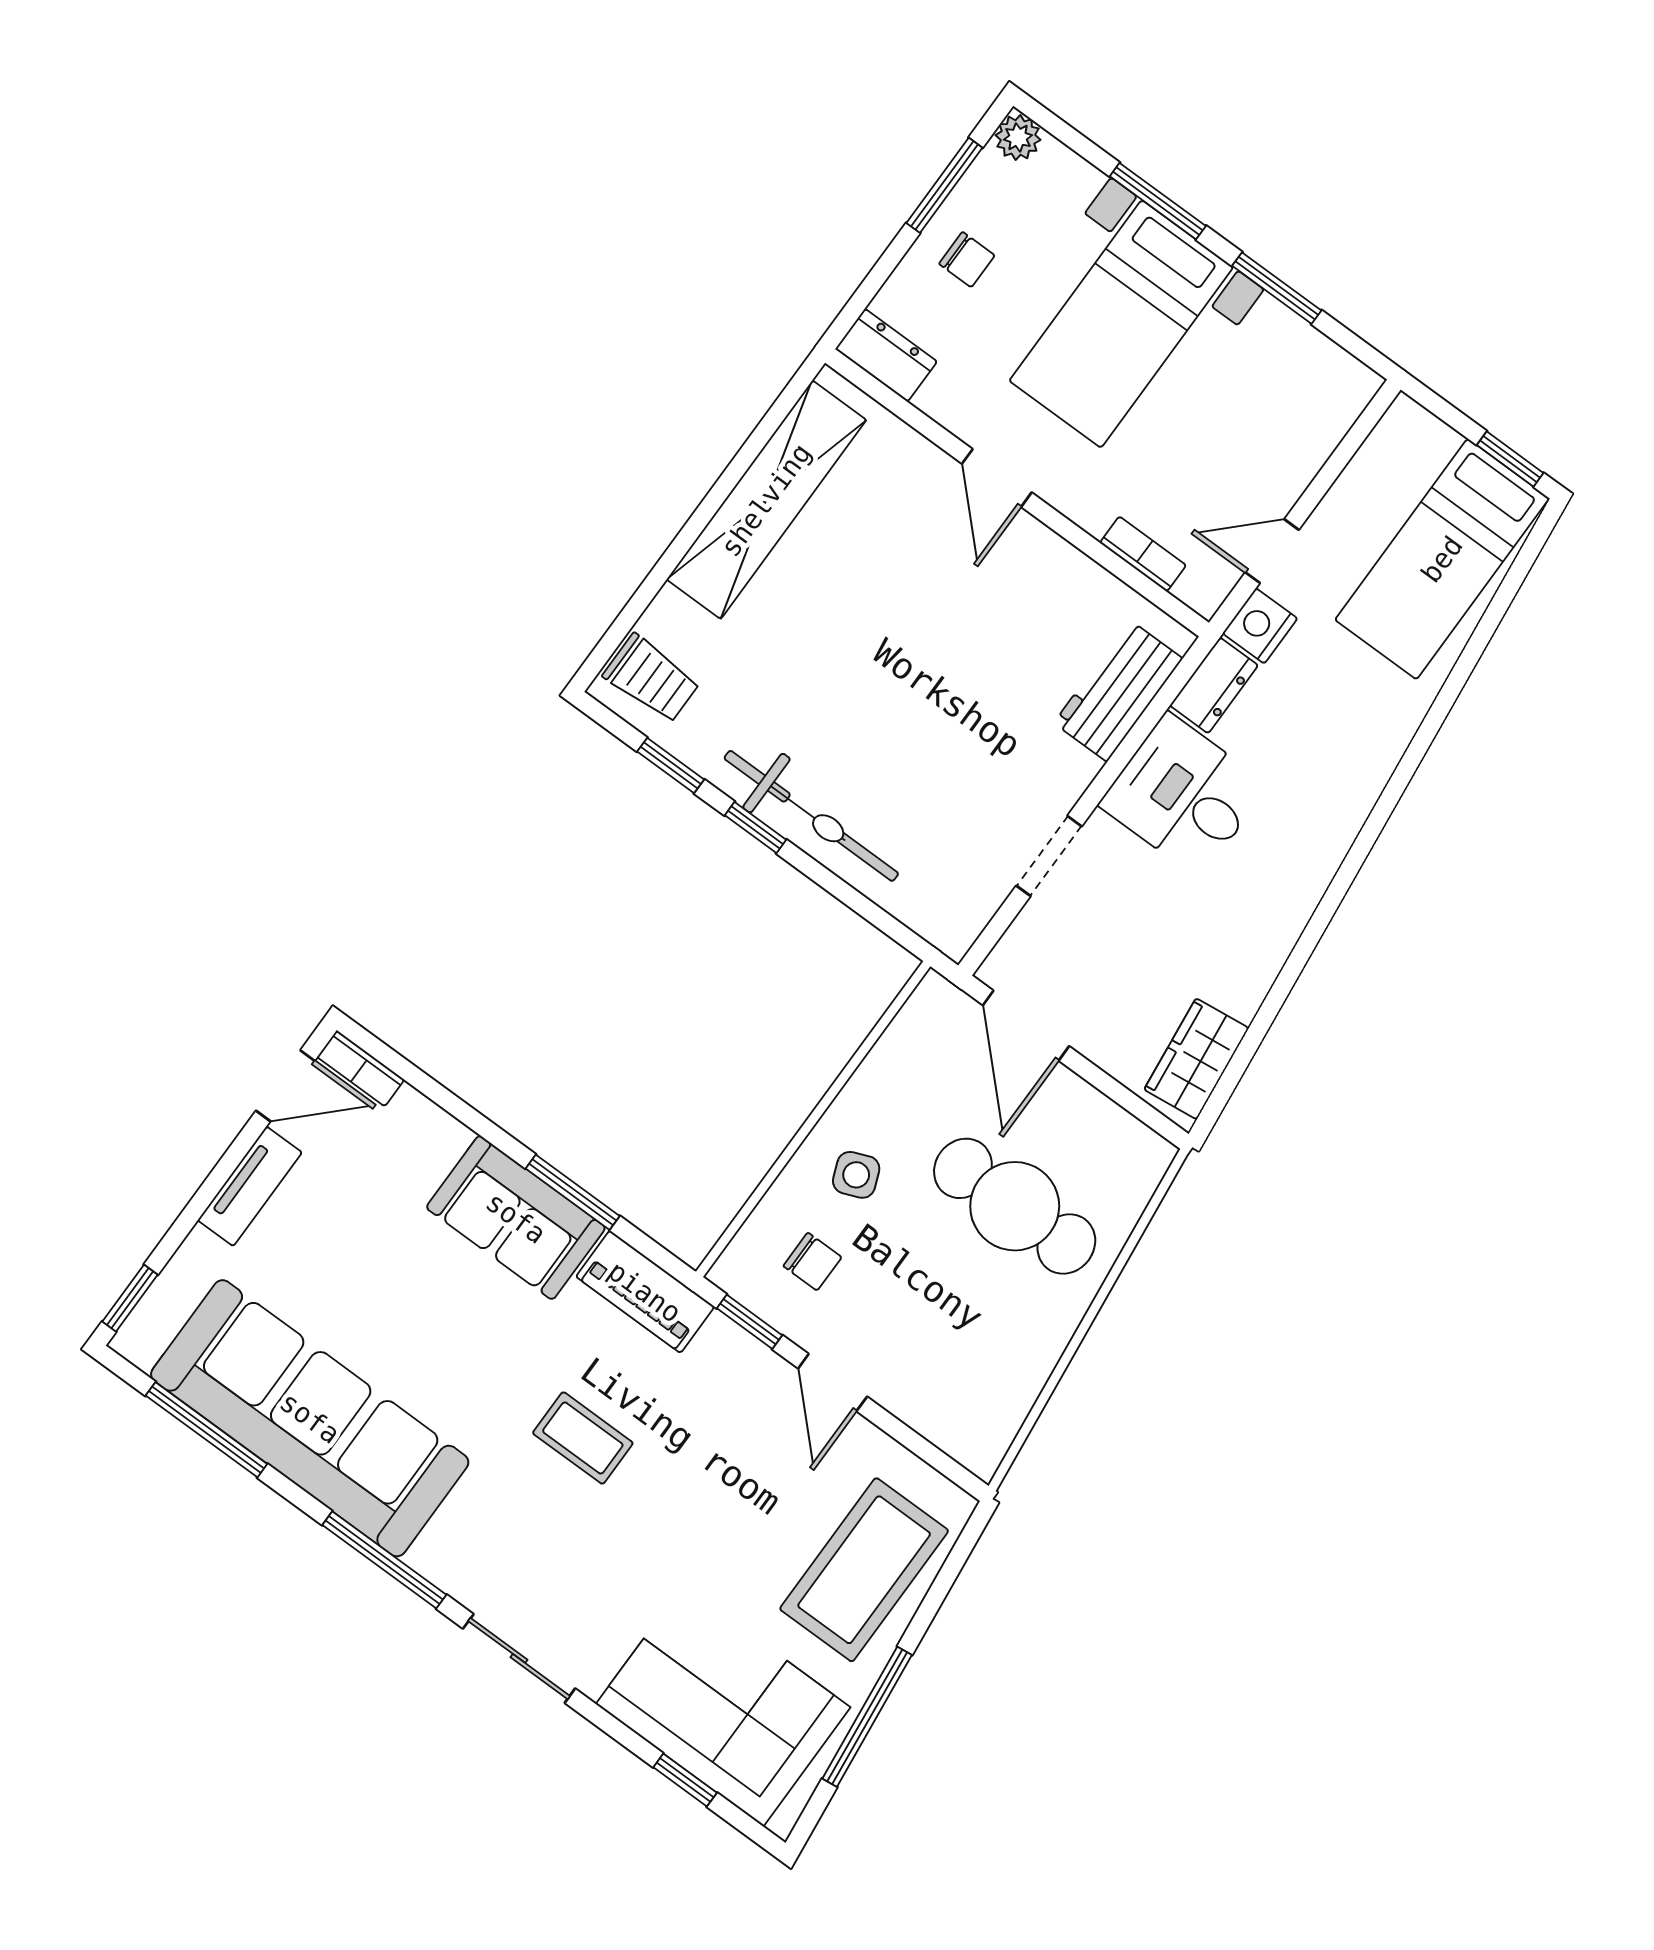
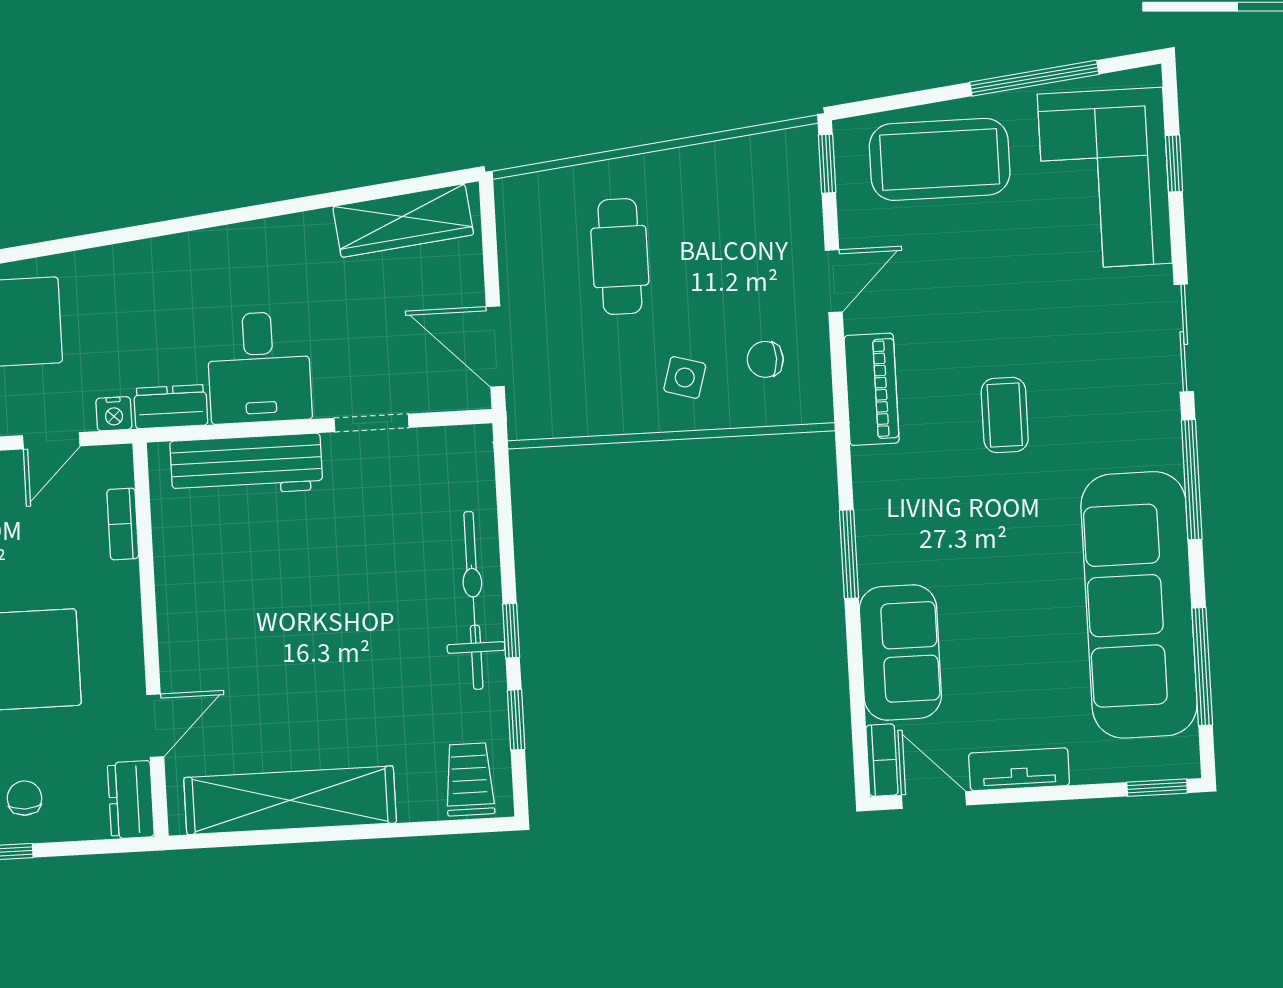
door: (997, 478) -> (155, 726), moved
door: (1272, 551) -> (51, 441), hinge flipped
nightstand: (1260, 626) -> (114, 414), width x0.72, depth x0.74
workbench: (1118, 691) -> (246, 465), width x1.38
door: (1026, 1026) -> (495, 347), swing flipped
wardrobe: (1196, 1059) -> (403, 221), width x1.50
side table: (856, 1175) -> (685, 377), turned 38
cafe table: (1015, 1206) -> (620, 257), width x0.73, depth x0.74
sofa: (516, 1218) -> (900, 653), moved
chair: (812, 1262) -> (765, 359), turned -90
piano: (645, 1292) -> (872, 389), moved
window: (750, 1322) -> (827, 164), moved

